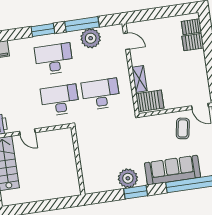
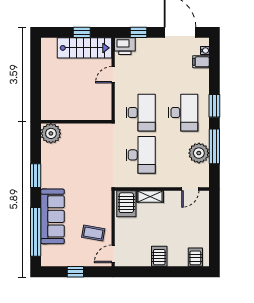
server rack: (193, 42) -> (159, 256), moved
plant: (128, 178) -> (51, 133), moved

